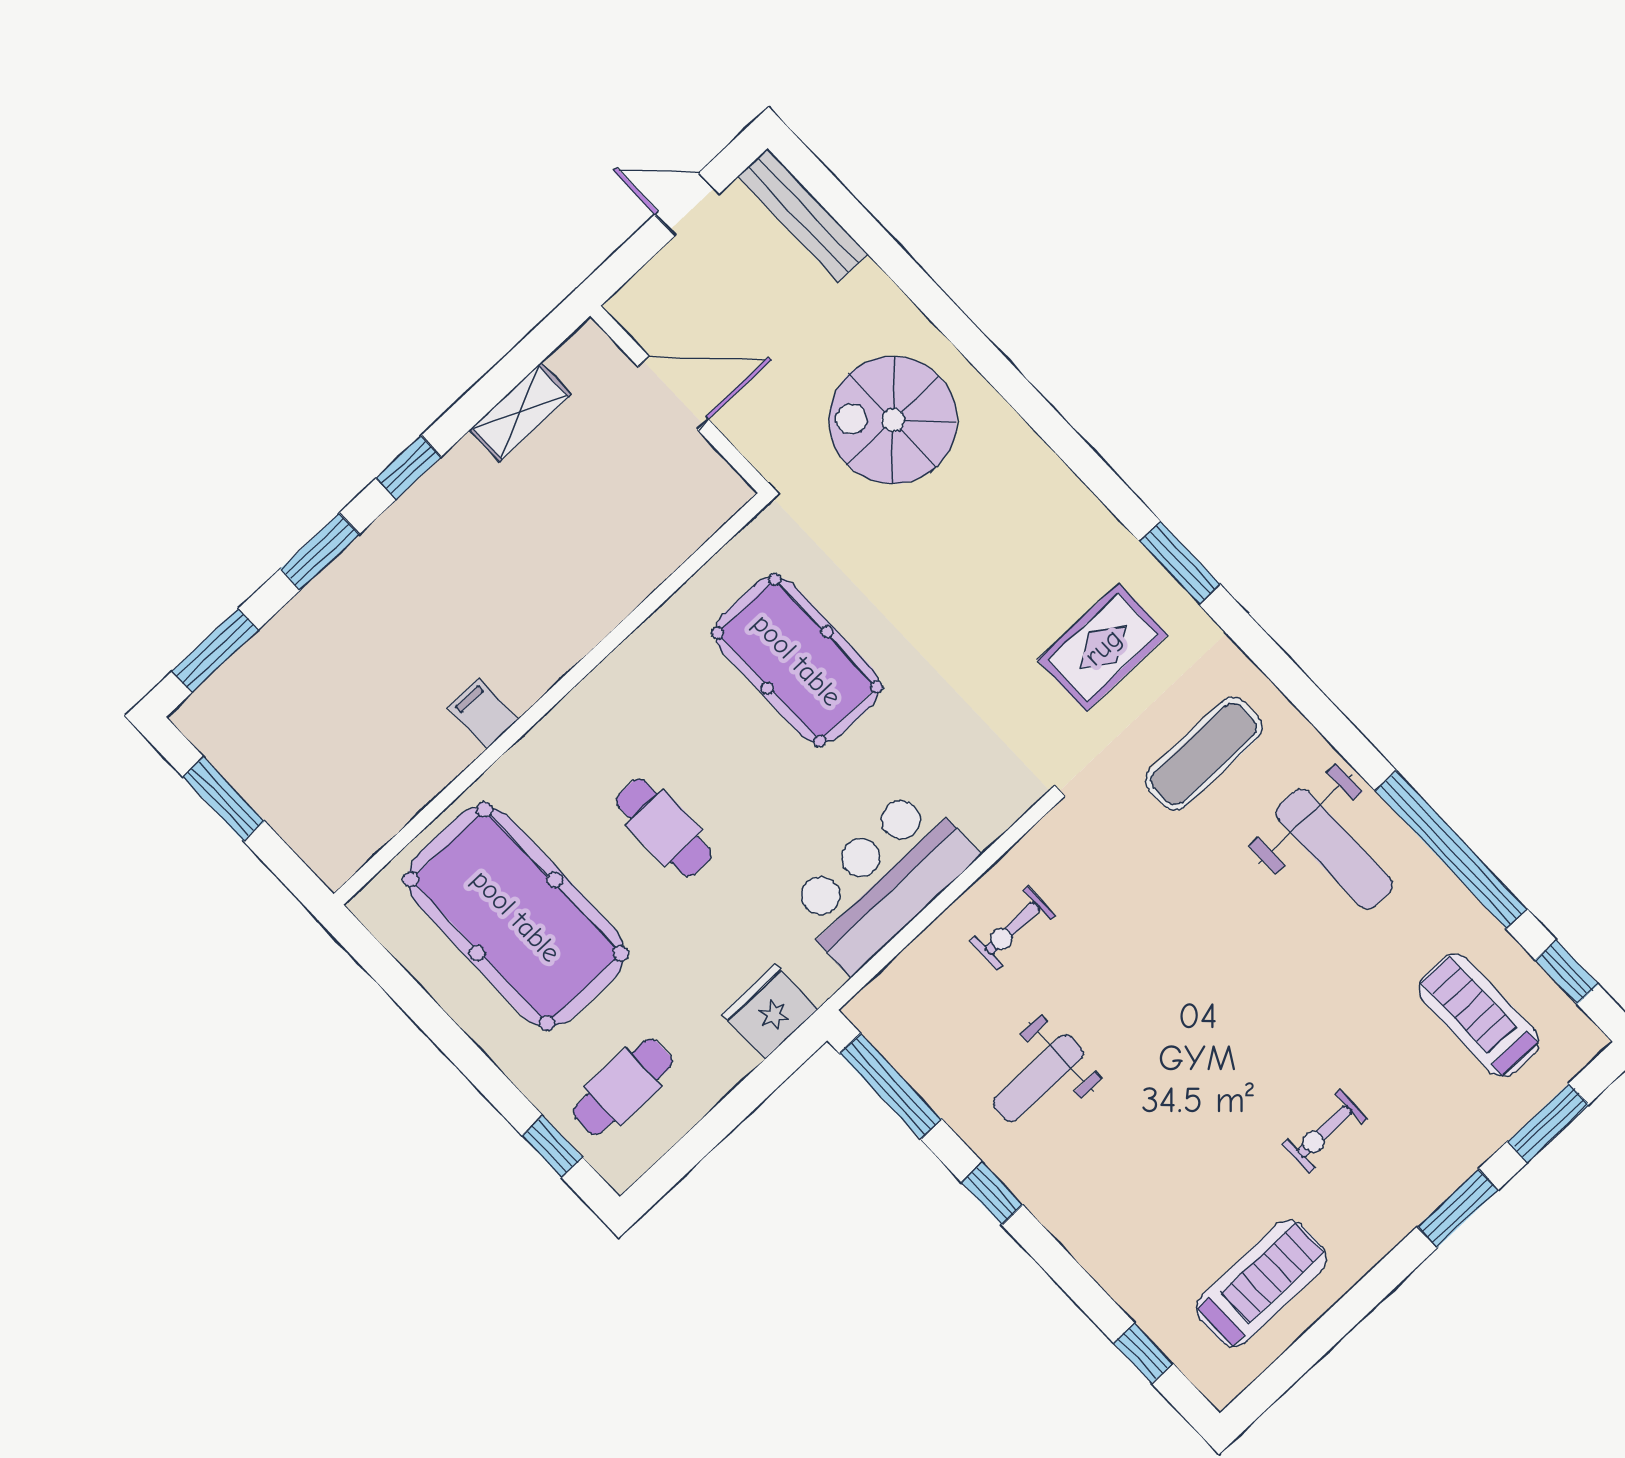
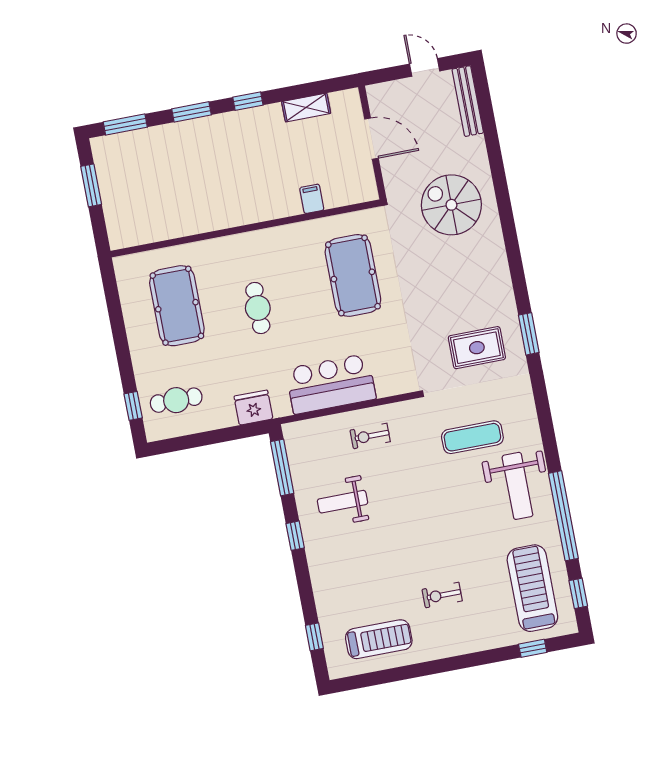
filing cabinet: (483, 714) -> (312, 199), moved
exercise mat: (1204, 754) -> (472, 437), moved
pool table: (516, 916) -> (177, 306), width x0.73, depth x0.76
treadmill: (1479, 1015) -> (532, 588), width x1.37, depth x1.38
window: (1548, 1123) -> (533, 648), width x0.67
window: (1458, 1208) -> (475, 659), removed

